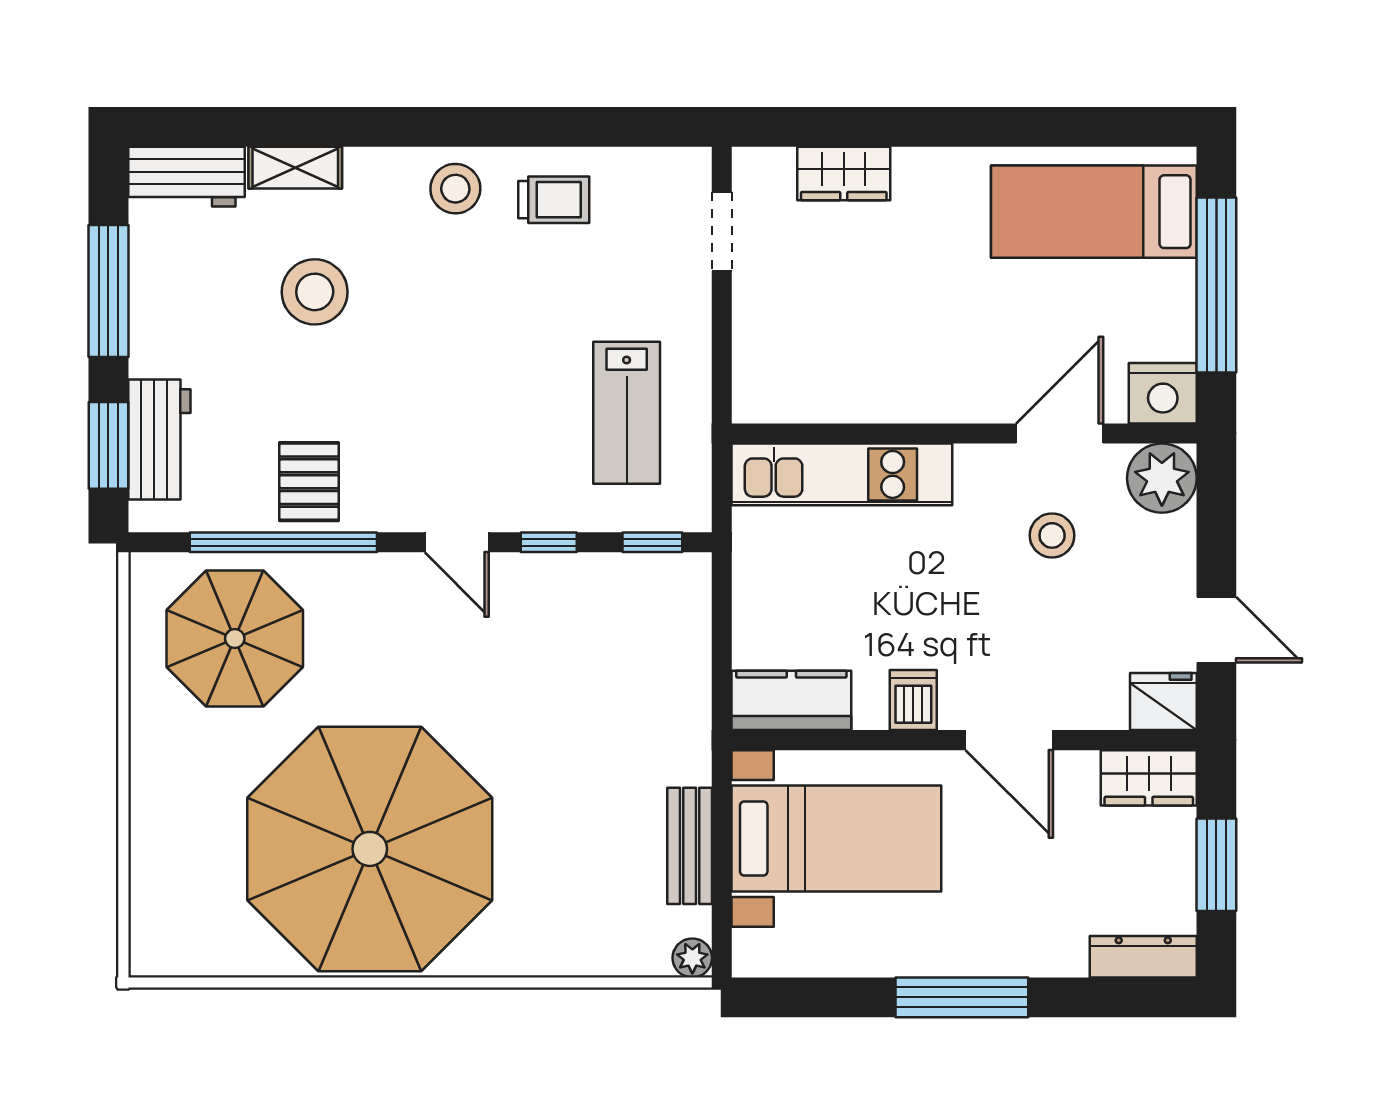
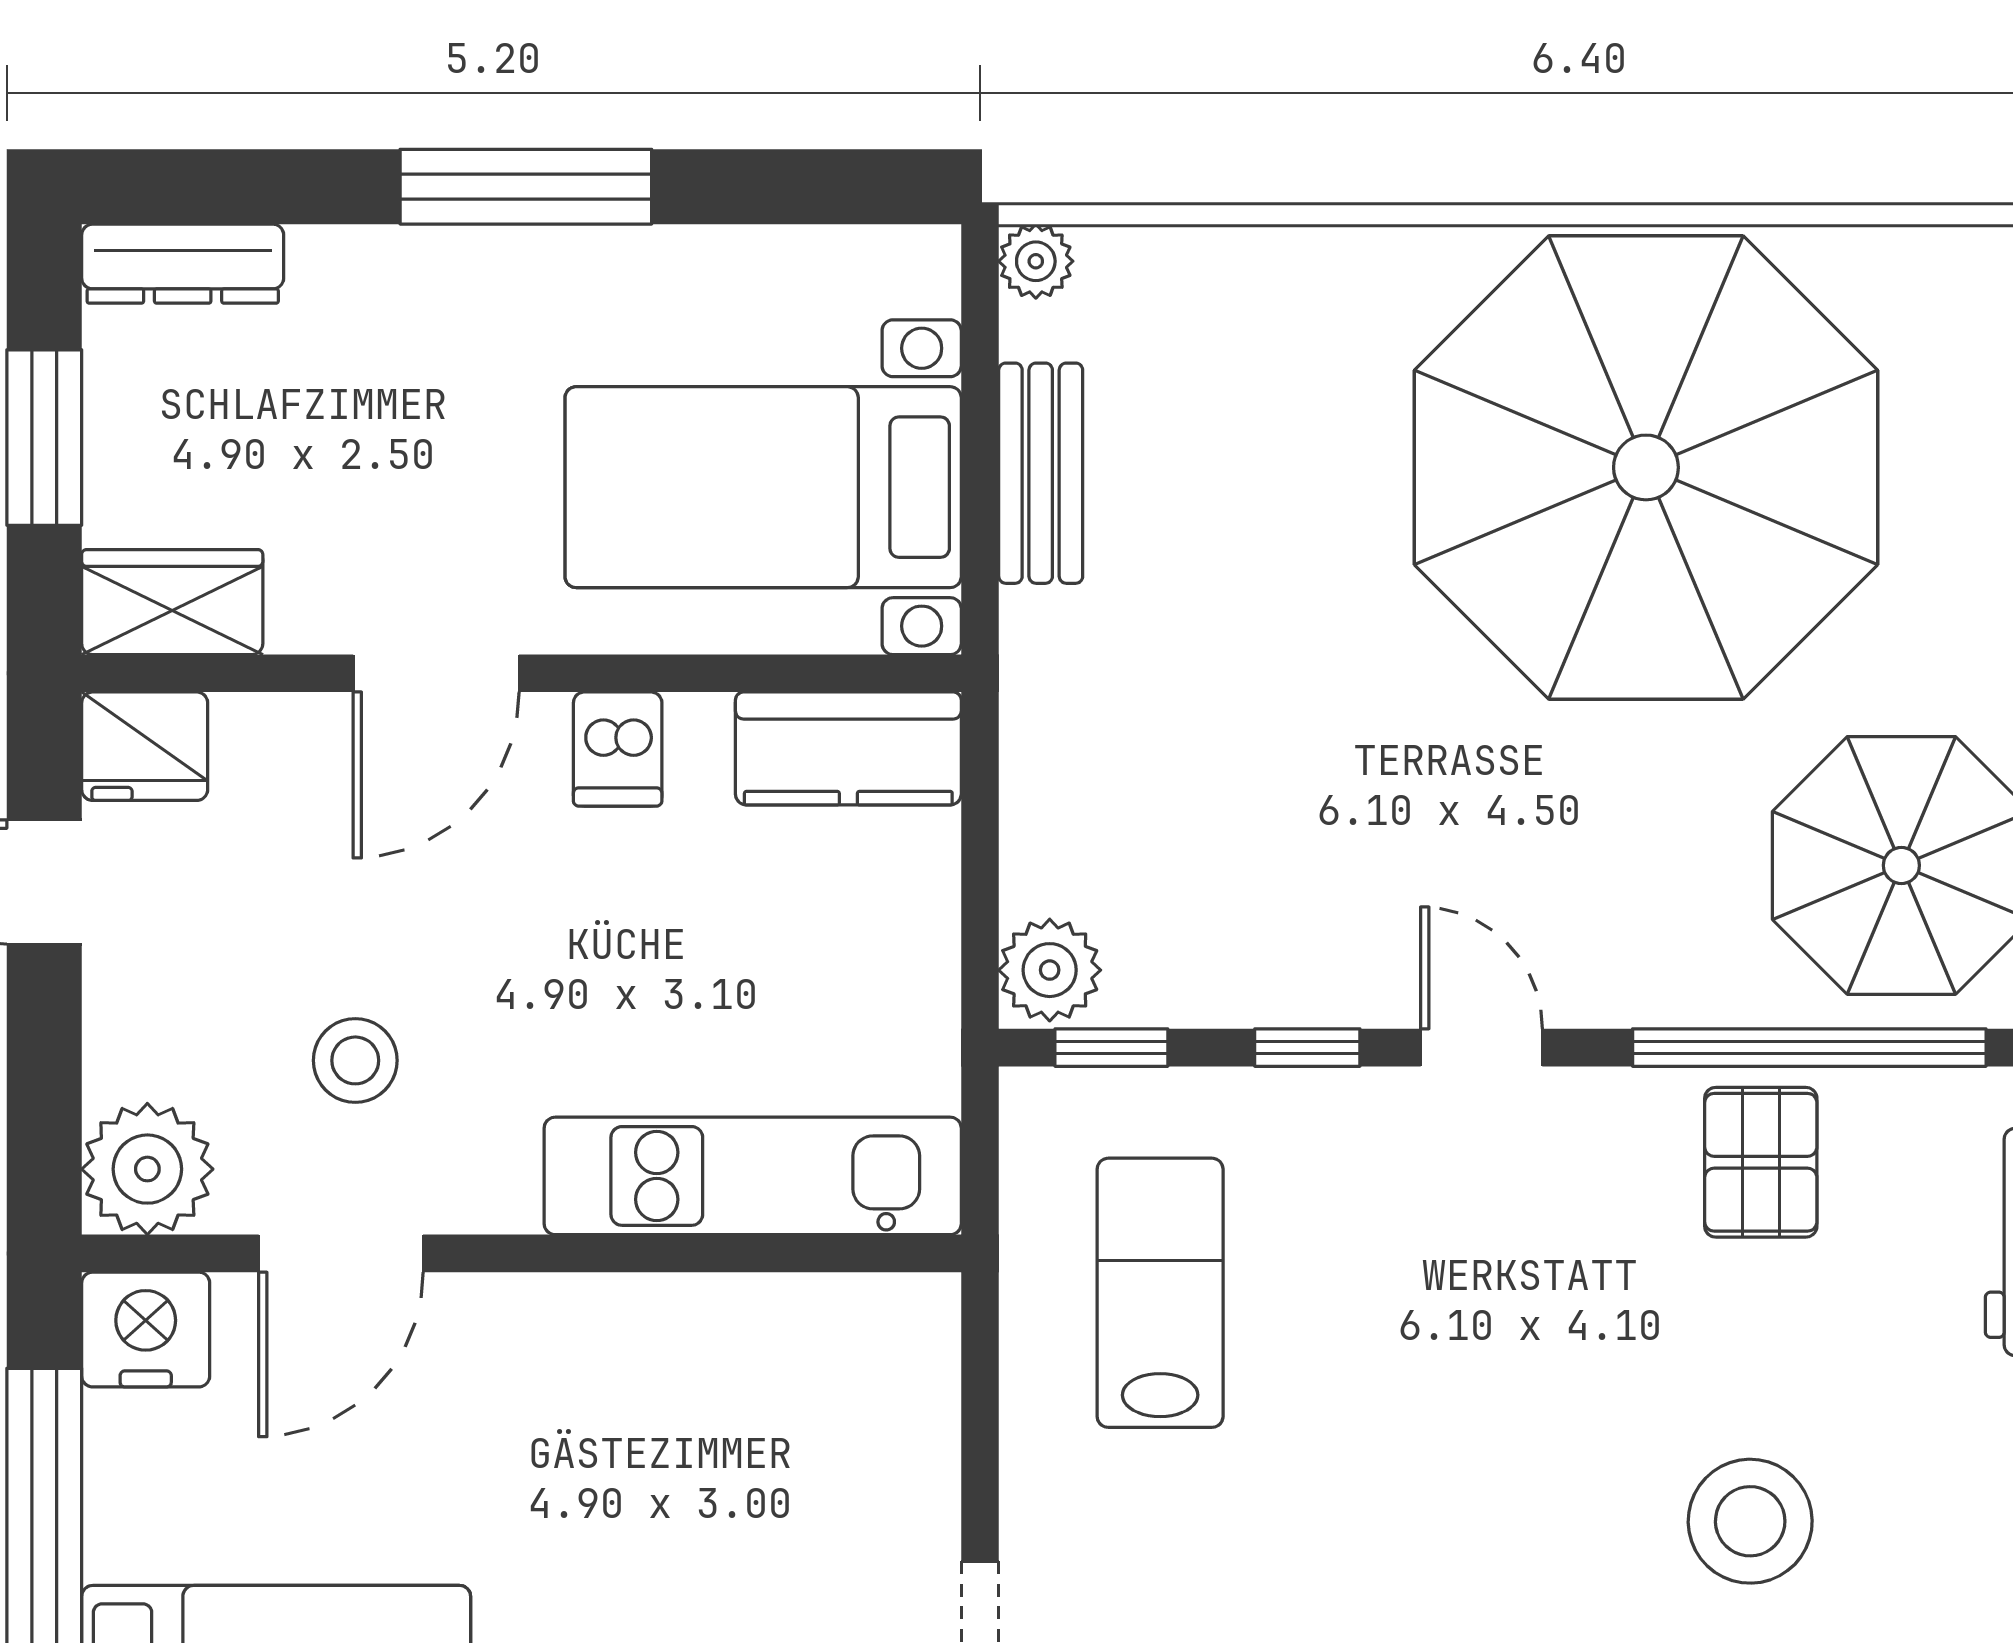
plant: (685, 583) -> (1050, 970), added
door: (1009, 740) -> (436, 673), swing flipped

